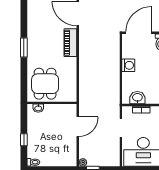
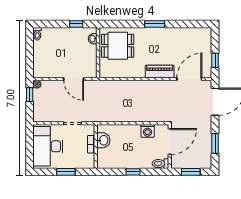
door: (139, 33) -> (170, 141), hinge flipped
washing machine: (128, 65) -> (148, 131), moved
window: (24, 140) -> (76, 24), moved

